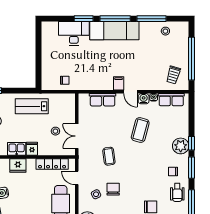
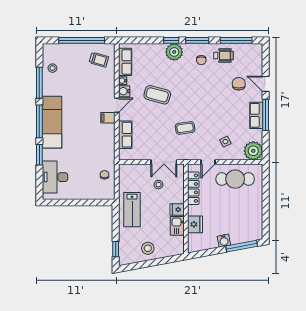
desk: (74, 33) -> (55, 177), moved
chair: (113, 189) -> (220, 123), removed

